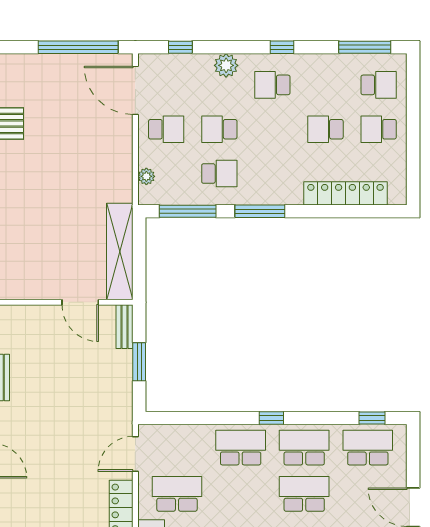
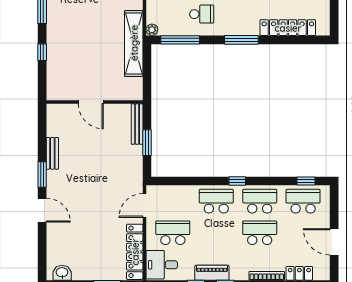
plant: (146, 176) -> (152, 30), moved
window: (260, 211) -> (241, 40), moved
shelving: (120, 251) -> (134, 43), moved
door: (80, 302) -> (91, 102), moved
bench: (125, 327) -> (137, 124), width x1.36

